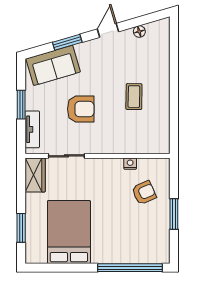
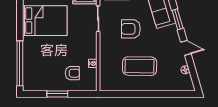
coffee table: (134, 97) -> (140, 66), width x1.86, depth x1.72
armchair: (81, 109) -> (131, 29), turned 90
armchair: (144, 193) -> (72, 73), turned -66

